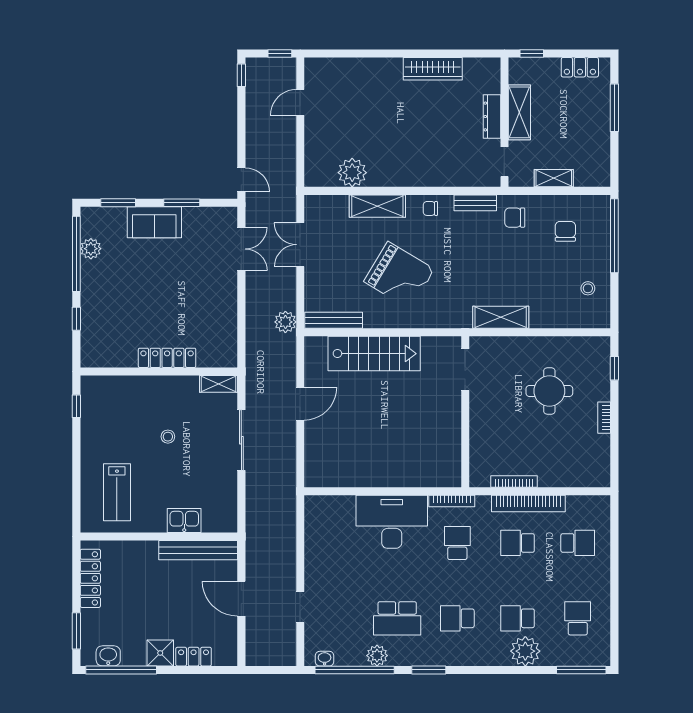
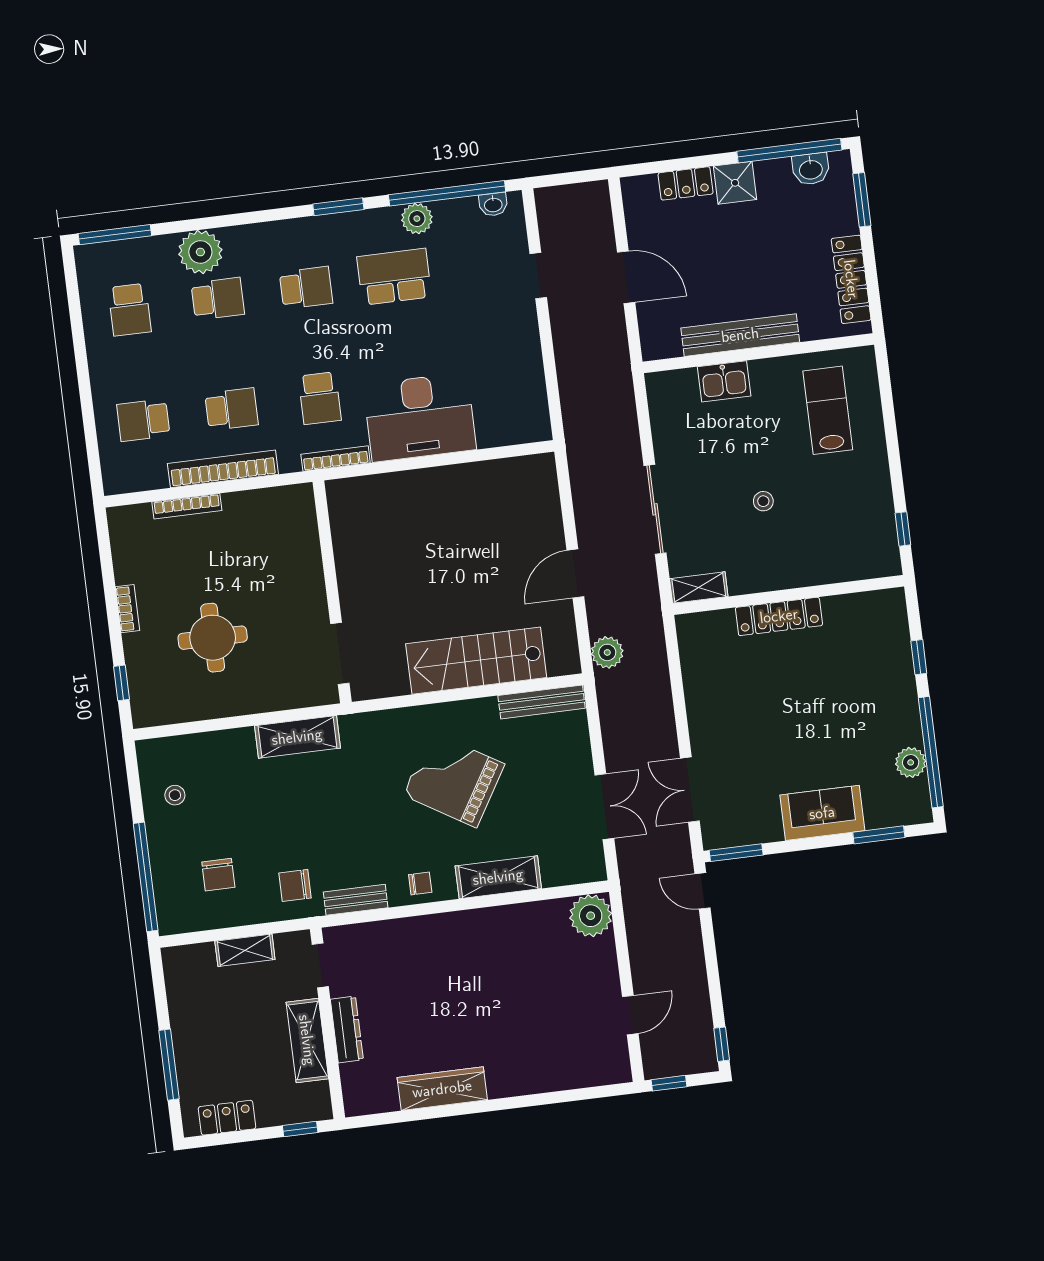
plant: (352, 173) -> (591, 916), moved
window: (182, 203) -> (736, 853), moved
chair: (515, 218) -> (295, 885), turned 180
plant: (285, 322) -> (607, 652), moved
bookcase: (514, 481) -> (187, 506), moved
bench: (198, 550) -> (740, 335), moved

